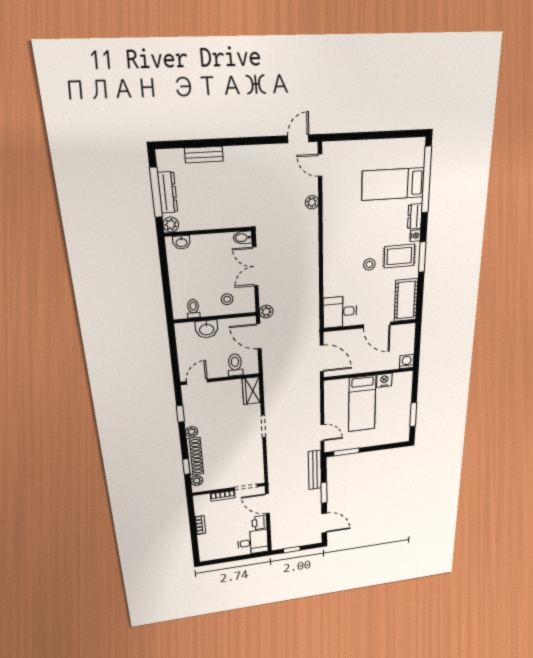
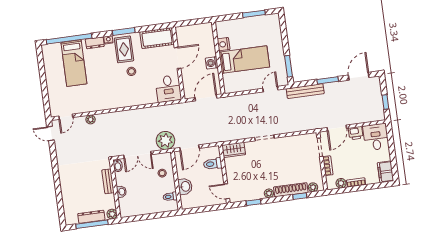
bench: (204, 155) -> (108, 181), moved
washbasin: (182, 242) -> (122, 192), moved
plant: (266, 312) -> (165, 140), width x1.88, depth x1.88
washing machine: (407, 361) -> (212, 63), moved
plant: (200, 510) -> (341, 183), added
filing cabinet: (211, 554) -> (386, 172), added

